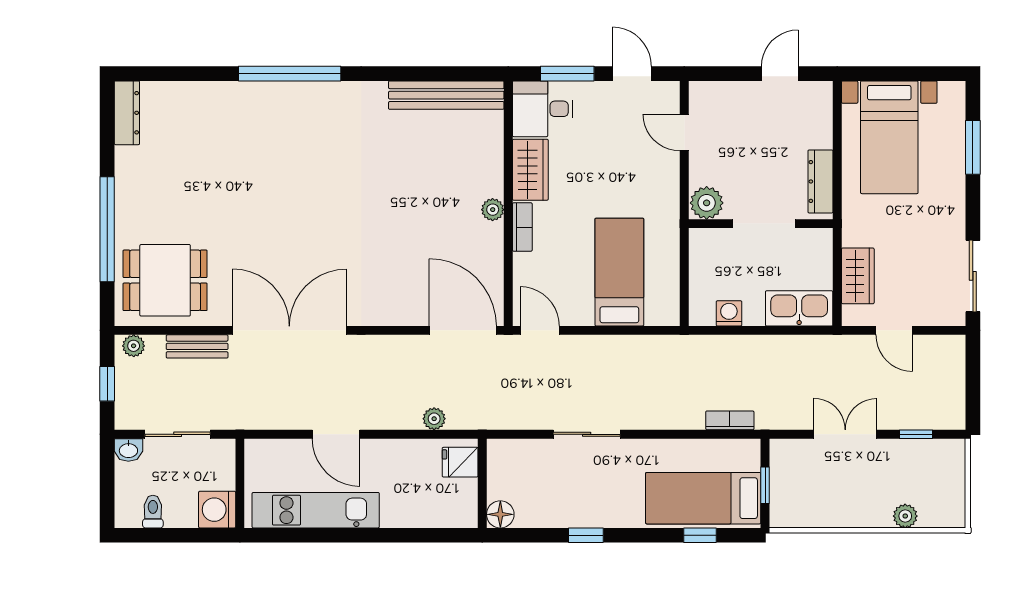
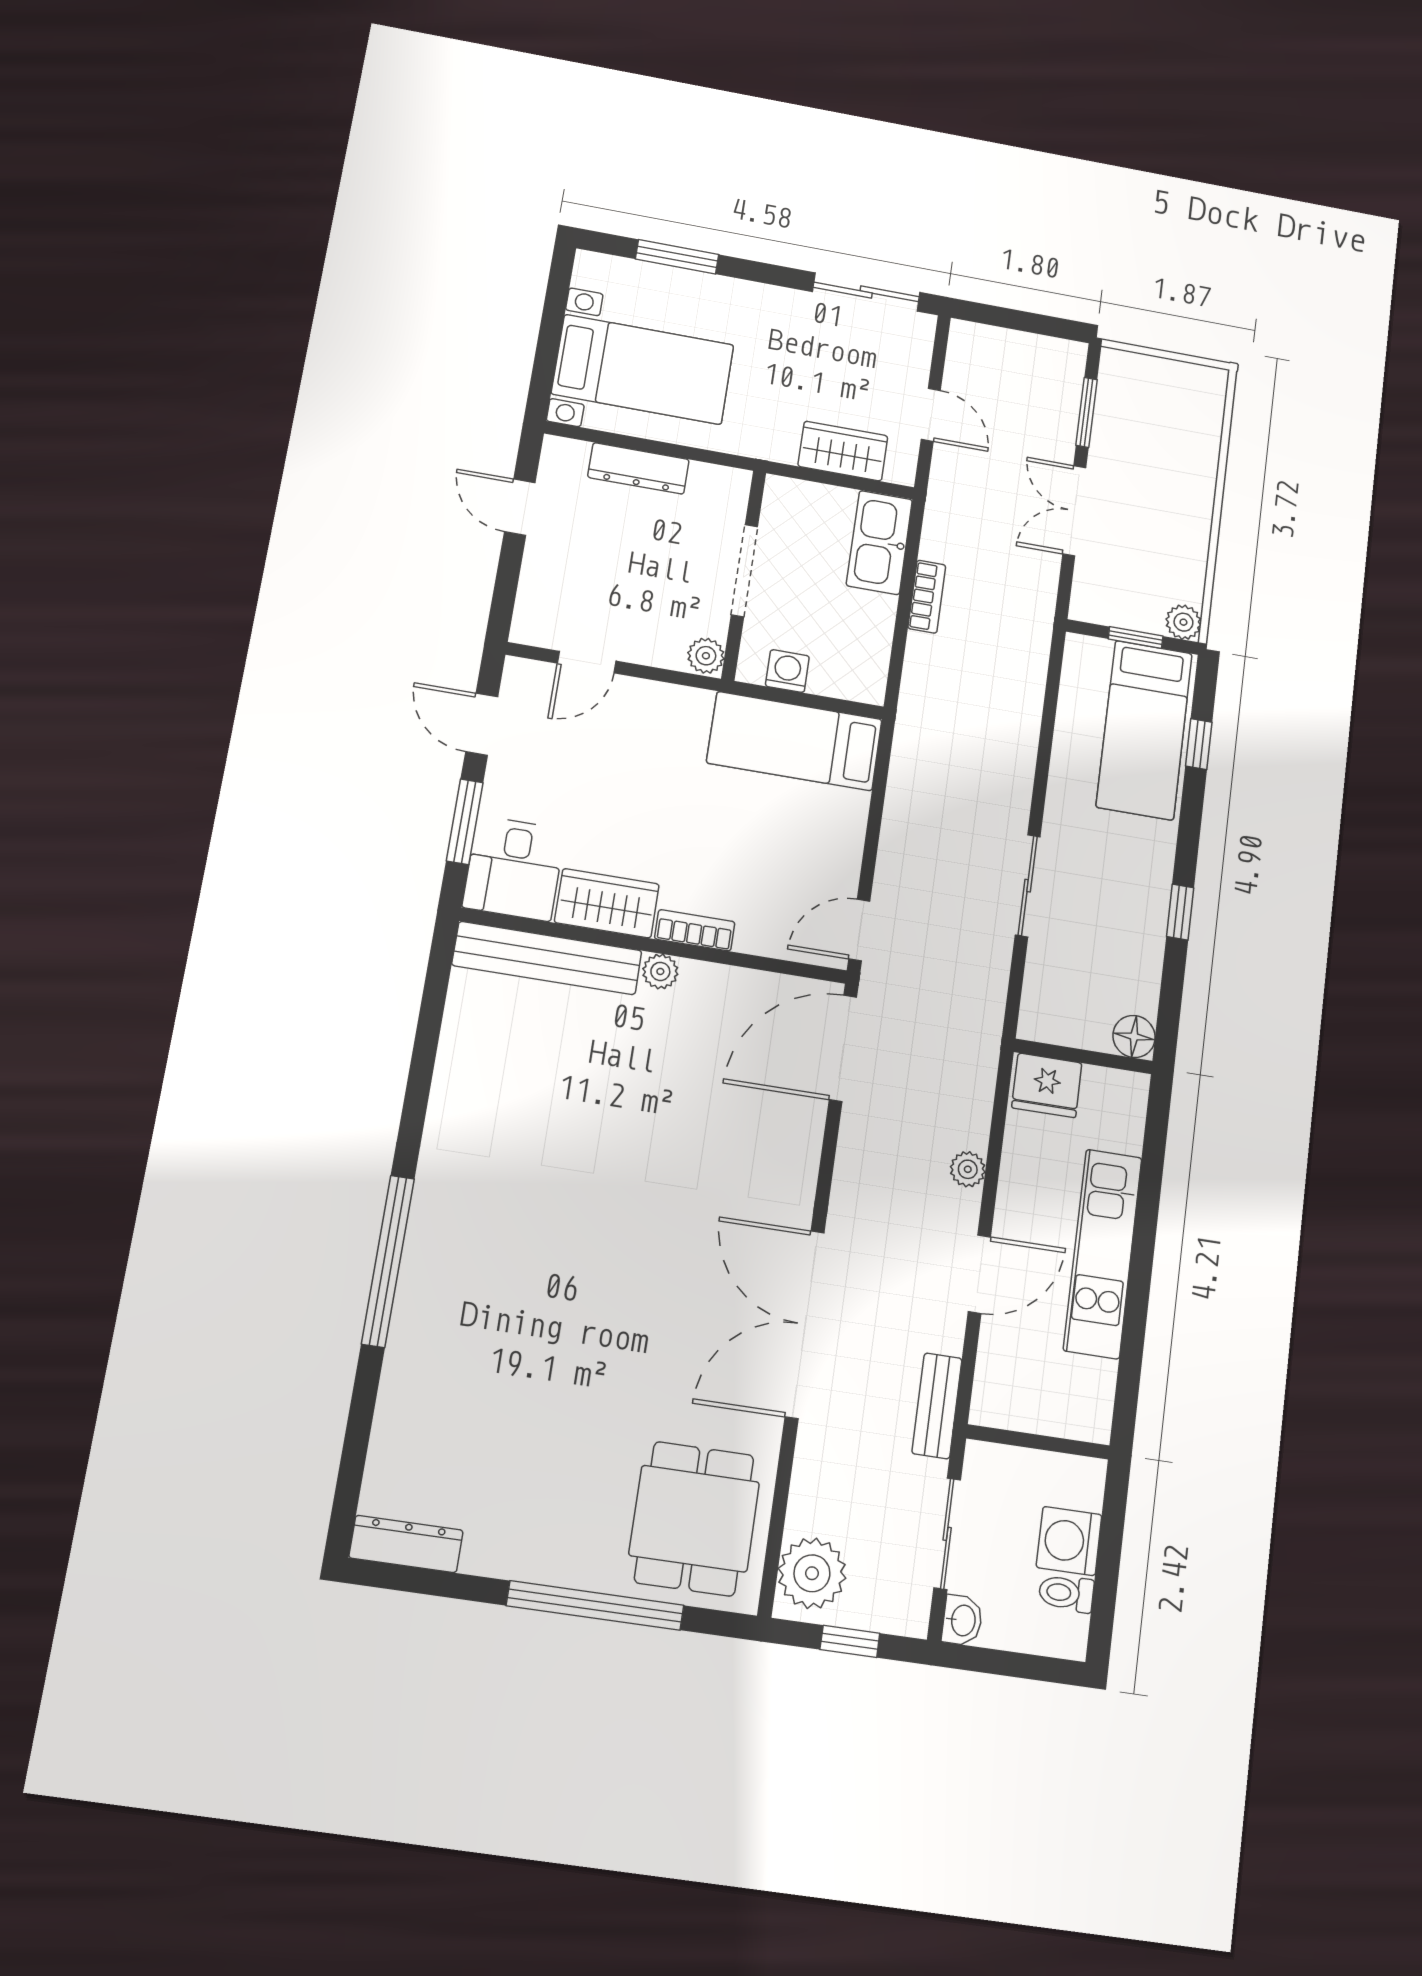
door: (632, 74) -> (482, 724), hinge flipped
bench: (446, 95) -> (547, 958), moved, turned 90
dresser: (820, 181) -> (638, 468), moved
plant: (707, 203) -> (706, 656), width x0.73, depth x0.73
bed: (619, 272) -> (795, 741), moved
washing machine: (729, 313) -> (787, 671), moved, turned 90
door: (894, 330) -> (931, 415), hinge flipped
plant: (134, 346) -> (812, 1573), width x1.88, depth x1.88
bench: (197, 346) -> (937, 1406), moved
plant: (434, 419) -> (968, 1169), moved
bookcase: (730, 420) -> (927, 597), moved, turned 180
window: (916, 434) -> (1087, 412), width x1.50
fridge: (460, 462) -> (1047, 1085), width x1.38
washing machine: (217, 510) -> (1069, 1541), moved, turned 90
kitchen unit: (316, 510) -> (1103, 1254), moved
plant: (905, 516) -> (1183, 622), moved

